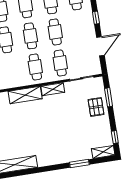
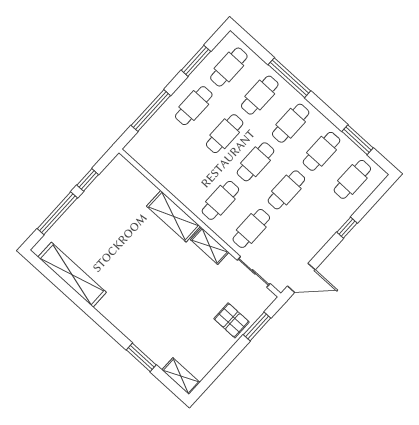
door: (100, 46) -> (301, 278), moved
pallet: (96, 107) -> (232, 320), turned 90
window: (115, 137) -> (212, 376), removed

